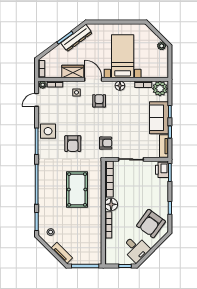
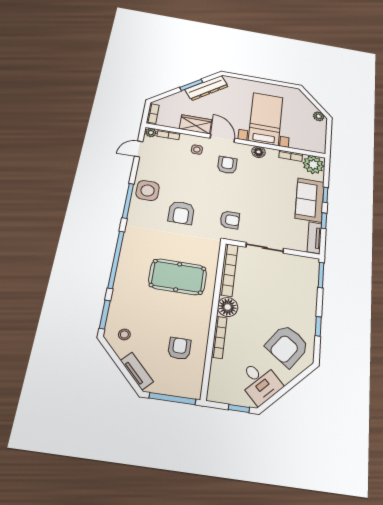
printer: (162, 170) -> (309, 269), removed
pool table: (77, 189) -> (178, 277), turned 90
armchair: (85, 236) -> (179, 349), added

